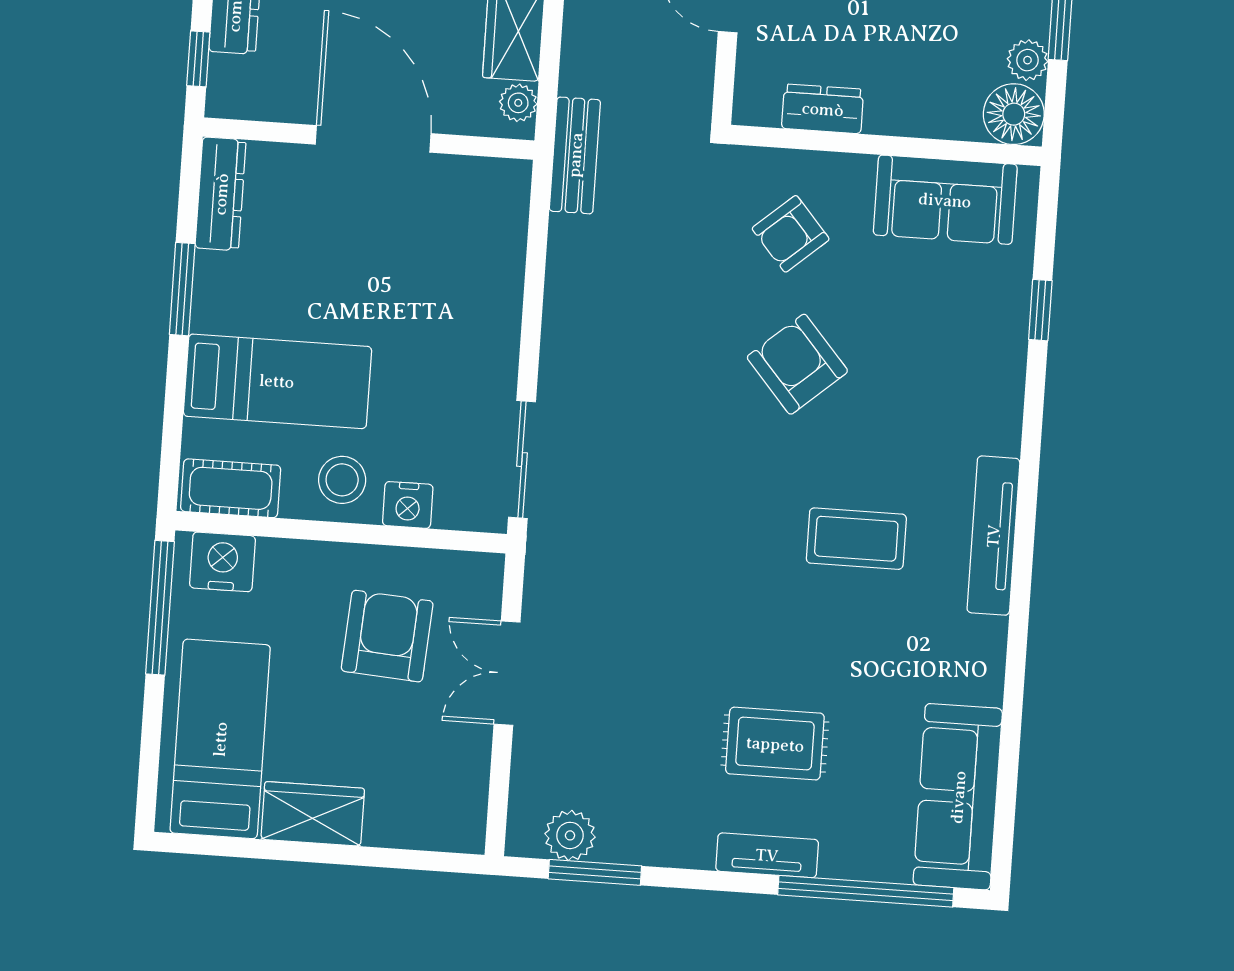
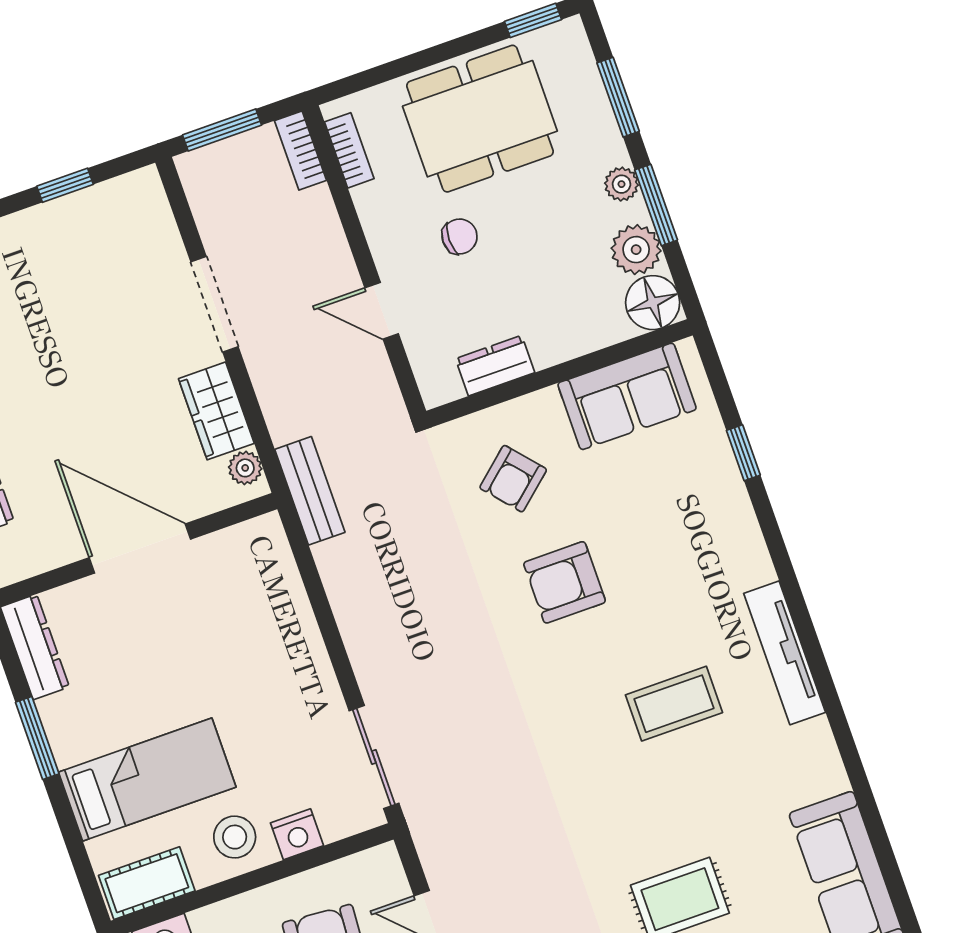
plant: (1027, 60) -> (636, 250), width x1.38, depth x1.38
armchair: (797, 364) -> (565, 582), turned -49

